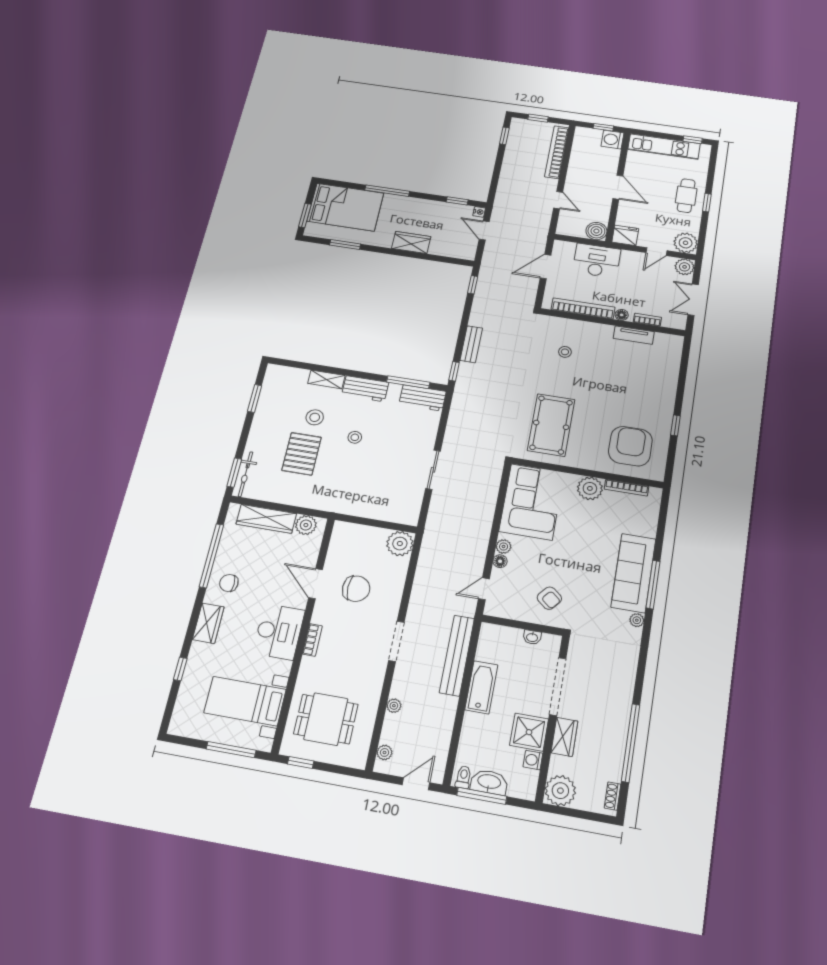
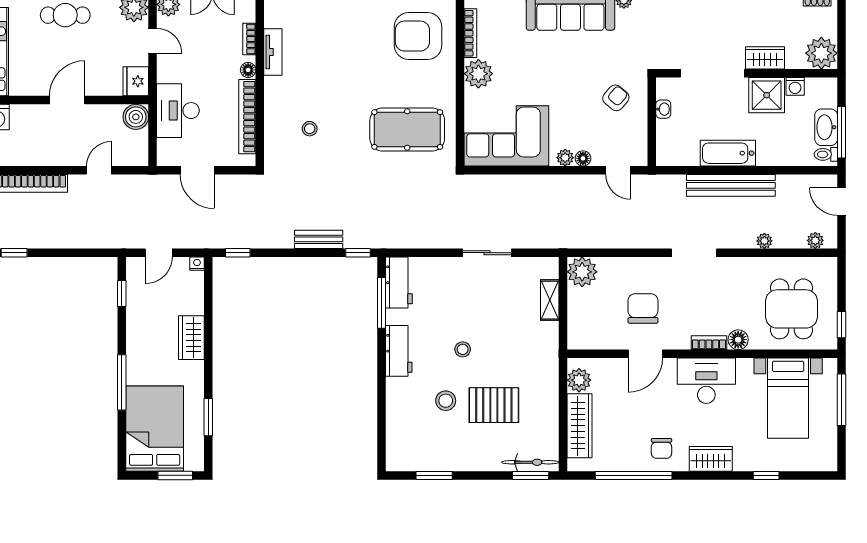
nightstand: (479, 212) -> (197, 264), moved
shelving: (326, 379) -> (550, 300), moved
bench: (457, 655) -> (731, 185), moved
floor lamp: (309, 666) -> (738, 340), added

